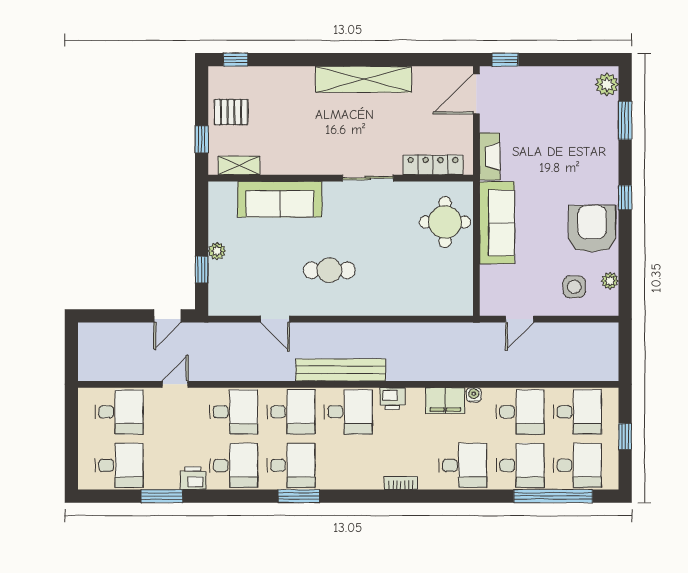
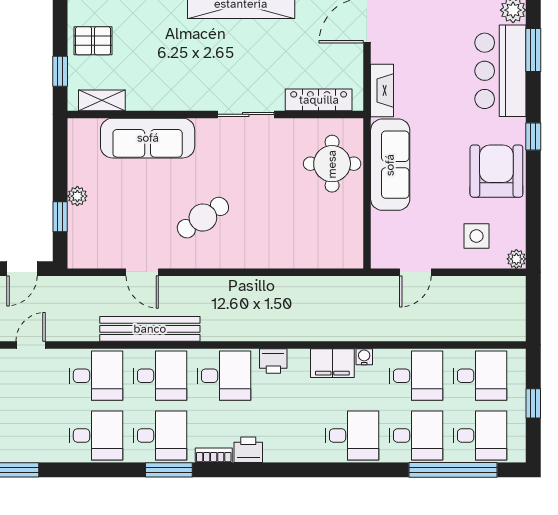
bar counter: (596, 139) -> (500, 71), added
cafe table: (329, 270) -> (203, 218), turned -34
plant: (610, 281) -> (516, 259), moved
bench: (341, 370) -> (150, 329), moved
printer: (193, 478) -> (248, 450), moved
bookcase: (401, 483) -> (214, 455), moved

